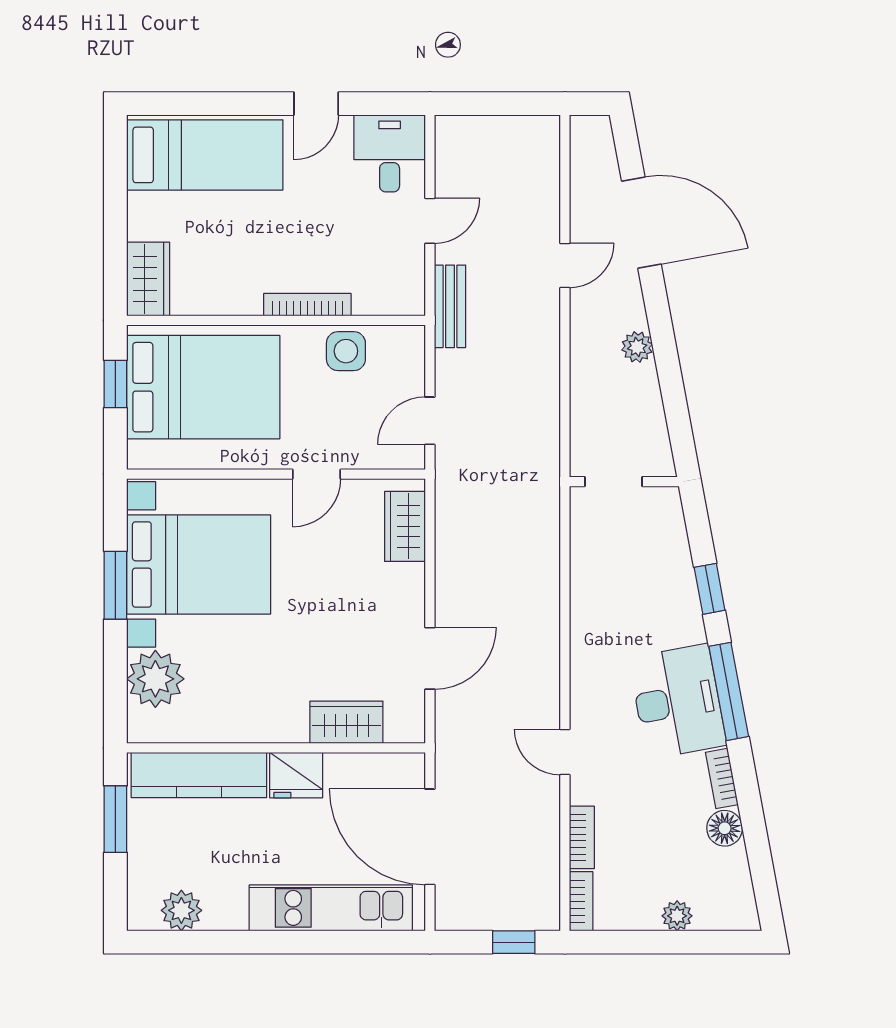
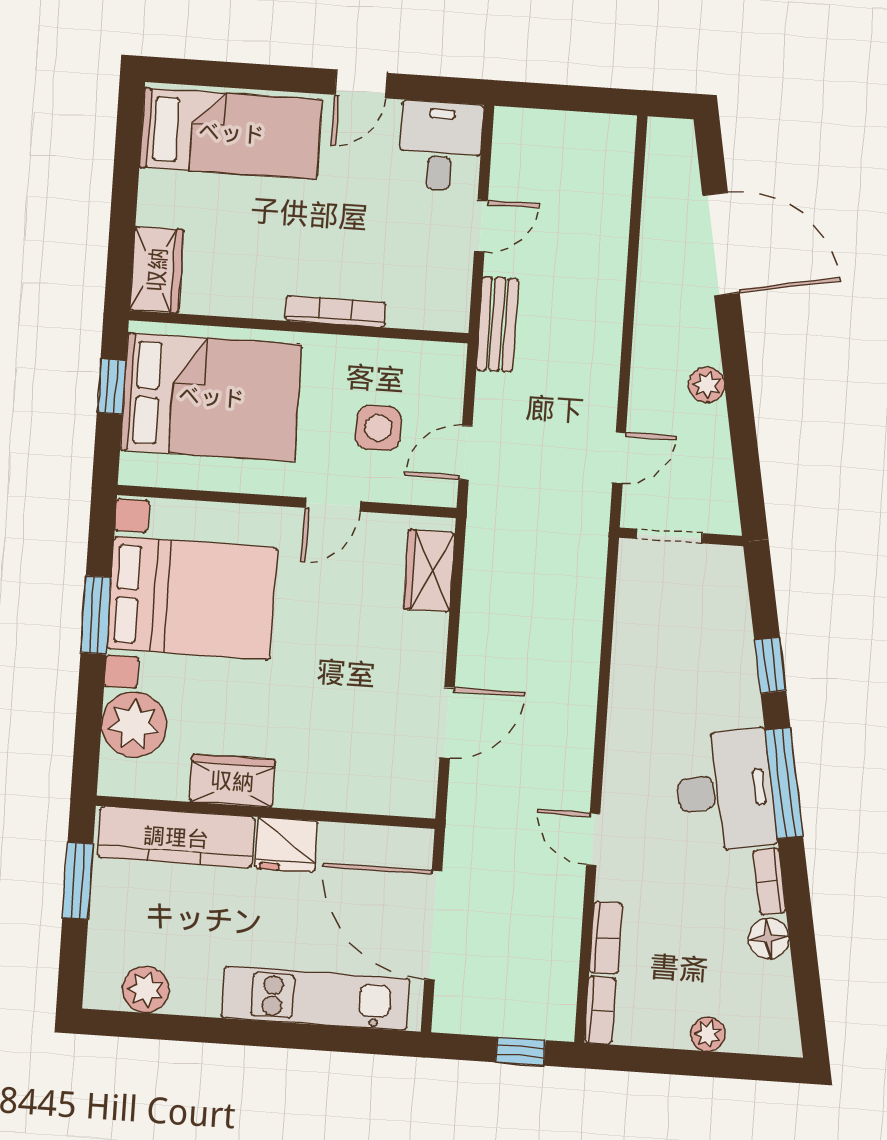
door: (565, 265) -> (619, 458), moved
side table: (346, 351) -> (378, 428), moved
wardrobe: (346, 722) -> (232, 781), moved

